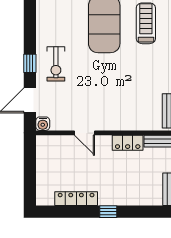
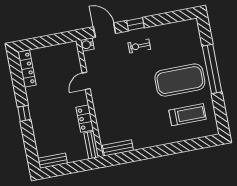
exercise bike: (56, 64) -> (139, 46), width x0.73, depth x0.72
locker: (76, 199) -> (27, 68), moved

